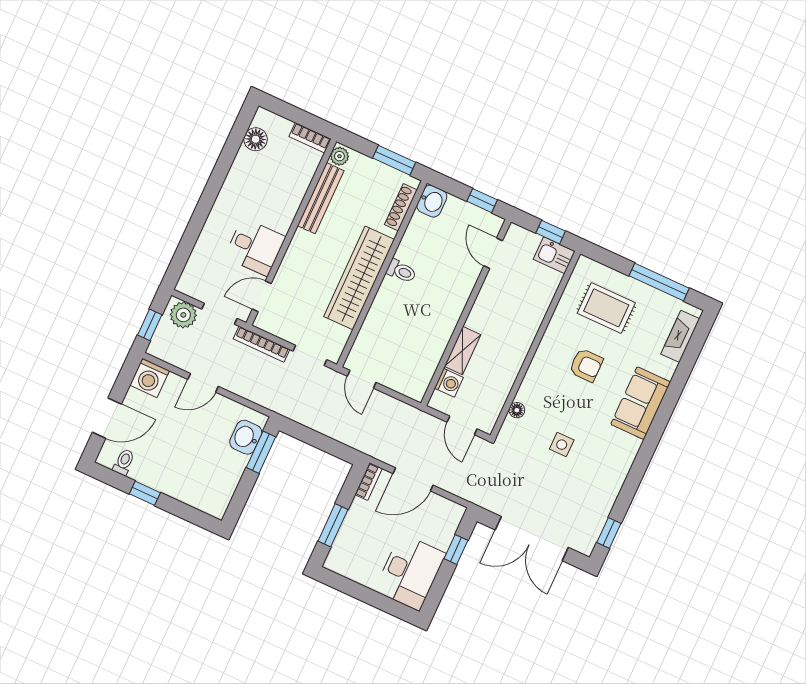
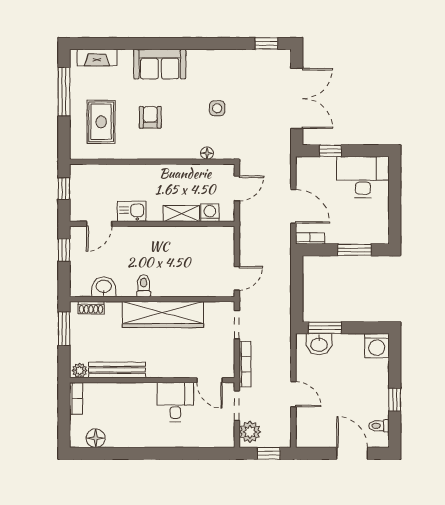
washbasin: (432, 201) -> (104, 287), moved
shoe rack: (401, 207) -> (91, 308), width x0.70
kitchen sink: (554, 255) -> (132, 211), moved, turned -90
washing machine: (150, 378) -> (377, 346), moved, turned 90

